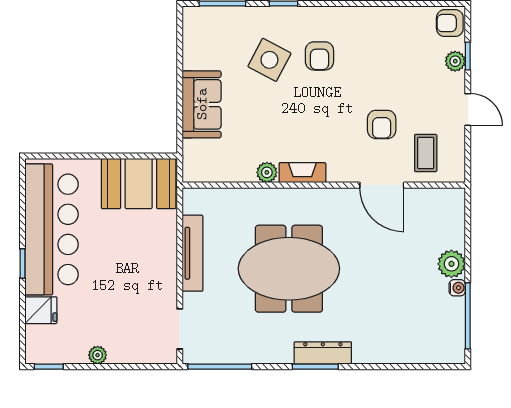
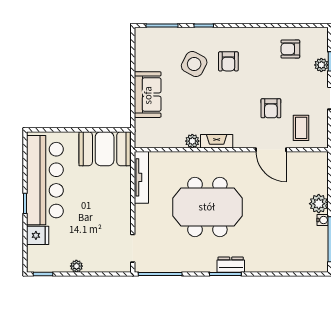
armchair: (450, 23) -> (290, 49), moved
tv unit: (192, 253) -> (141, 177), moved
dresser: (323, 353) -> (231, 265), width x0.70

